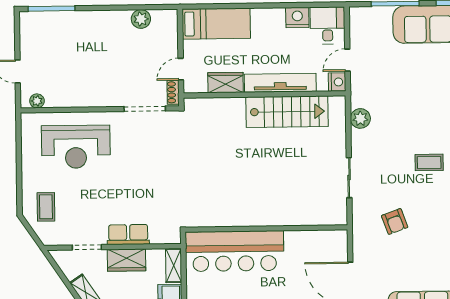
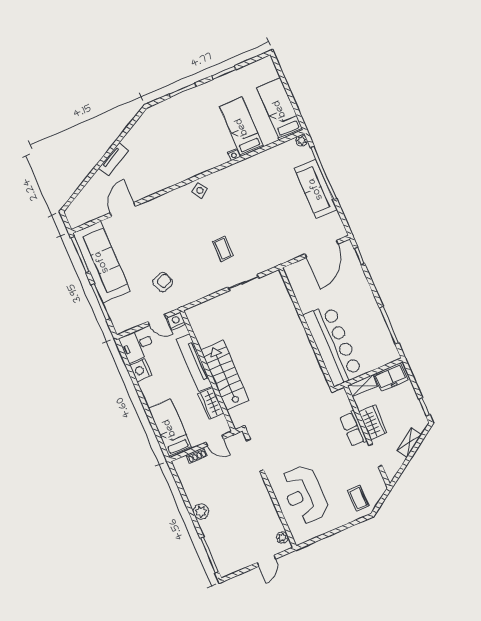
plant: (141, 19) -> (201, 512), moved
shoe rack: (173, 92) -> (197, 455), moved
stairs: (287, 112) -> (225, 375), moved
plant: (360, 118) -> (196, 292), removed
reception desk: (76, 147) -> (304, 495), turned 180
coffee table: (429, 162) -> (223, 249), moved
coffee table: (46, 207) -> (358, 498), turned 90
armchair: (395, 221) -> (163, 282), moved

